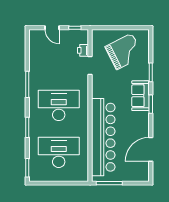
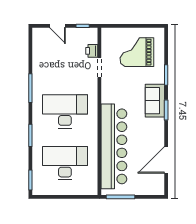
grand piano: (124, 51) -> (137, 52), turned -153

